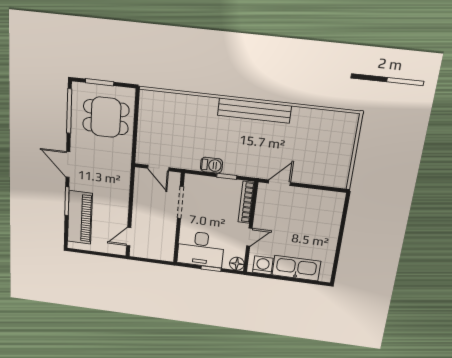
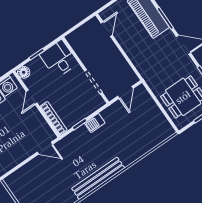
door: (158, 168) -> (125, 92), swing flipped
door: (279, 183) -> (45, 148), hinge flipped
desk: (201, 249) -> (59, 59), width x0.73

